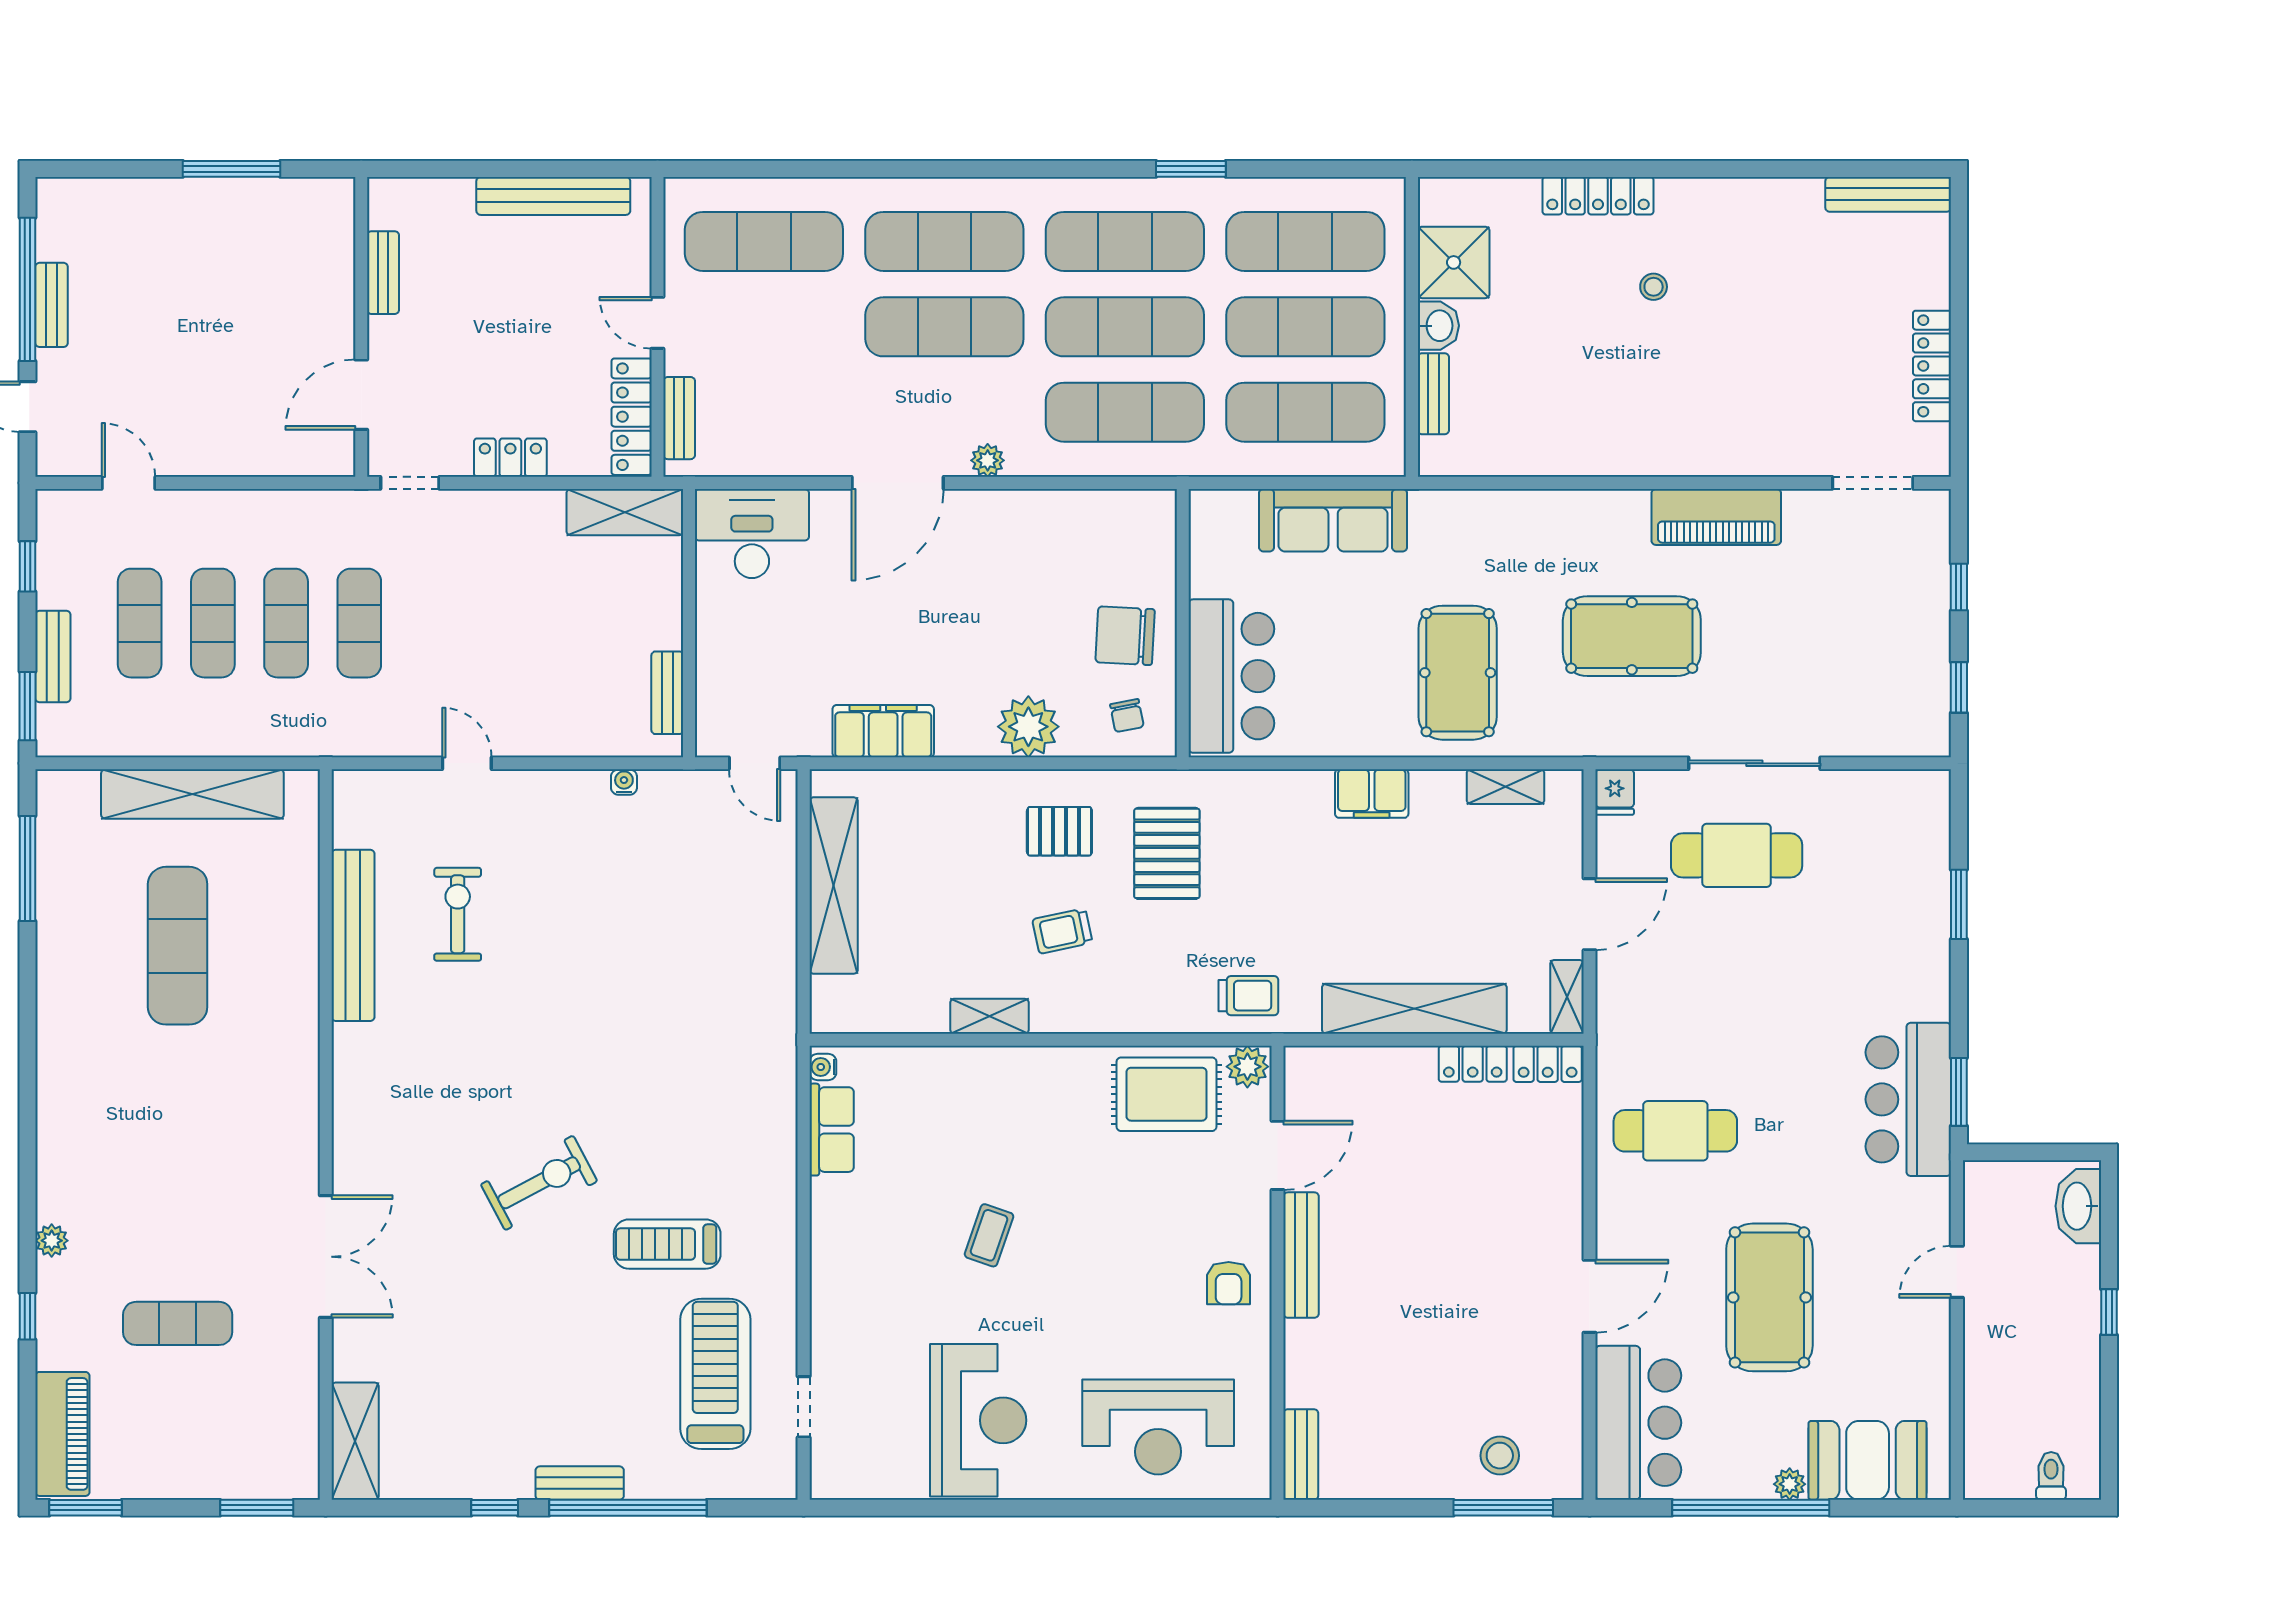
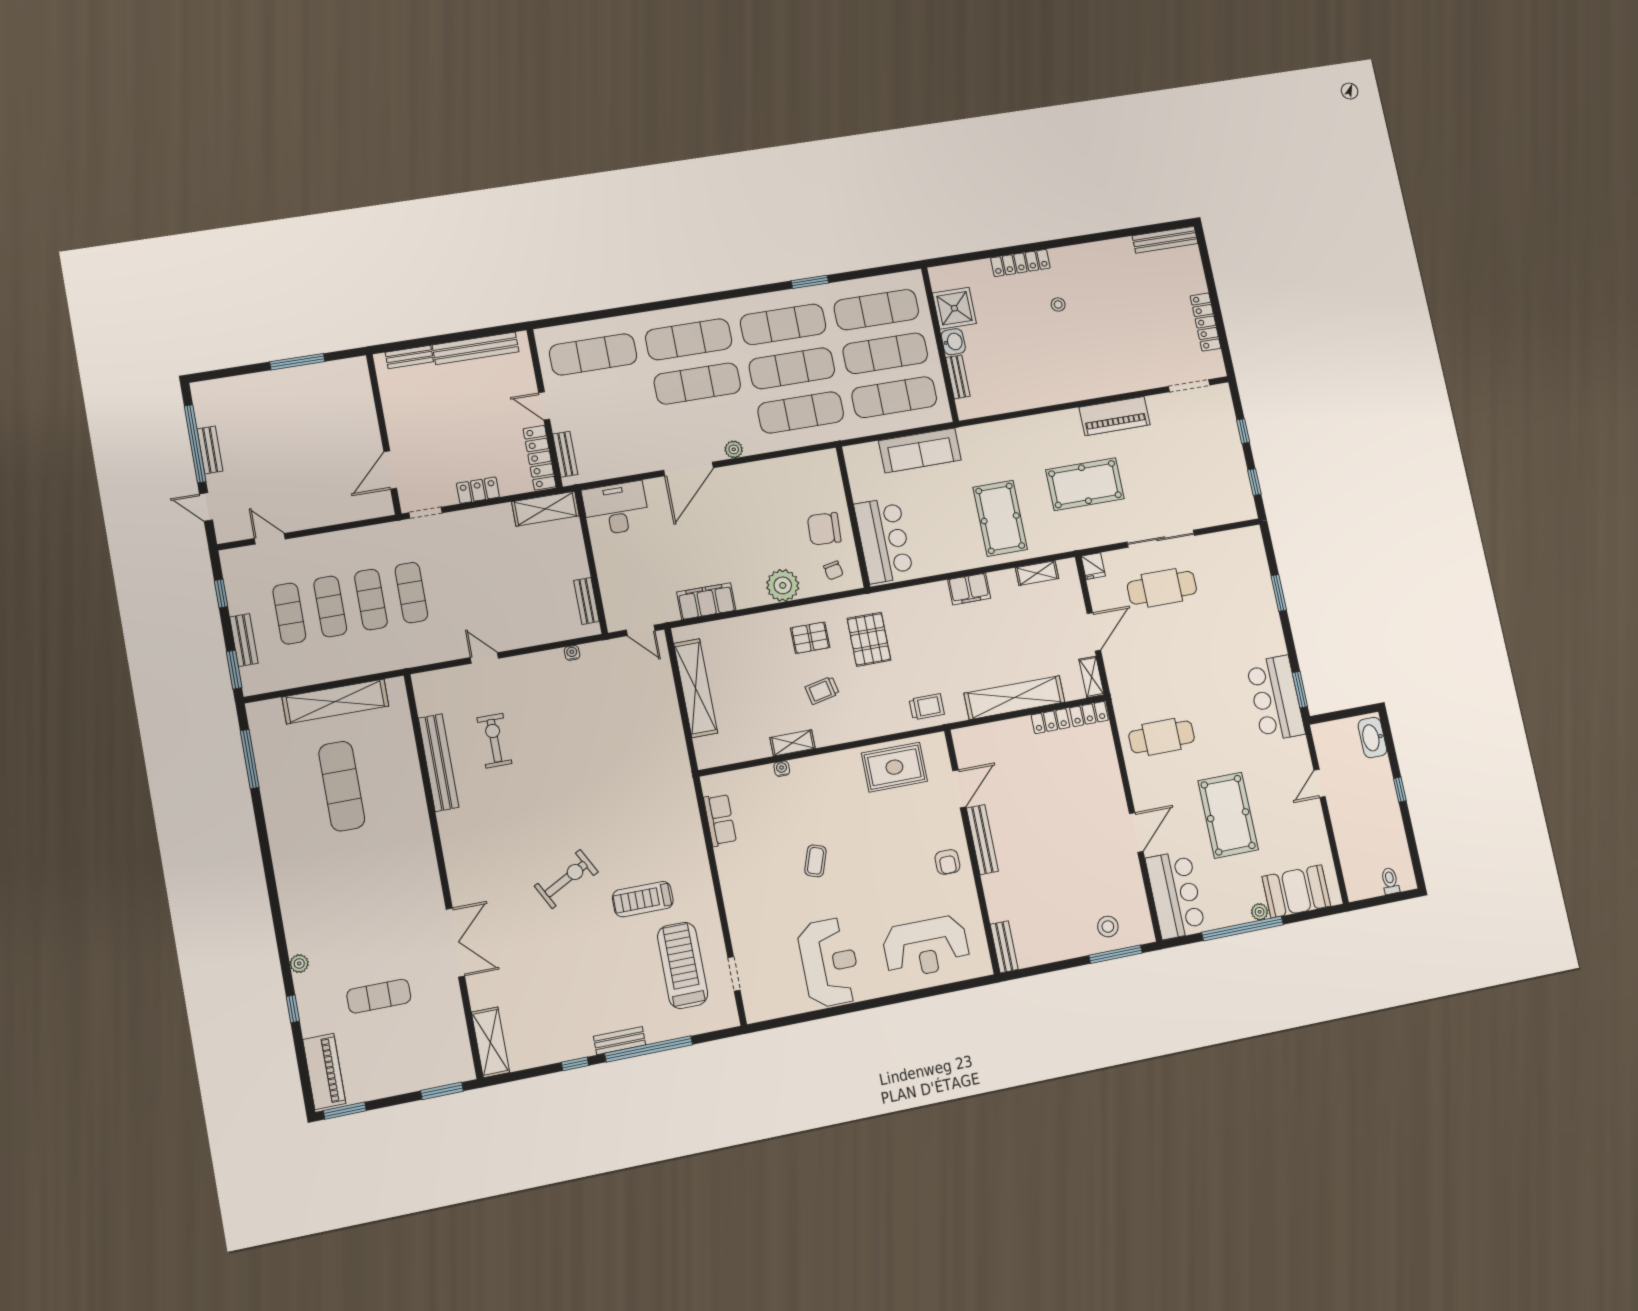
bench: (383, 273) -> (409, 357), moved, turned 90
water cooler: (823, 1067) -> (782, 769), moved, turned 90
plant: (1247, 1067) -> (934, 744), removed

